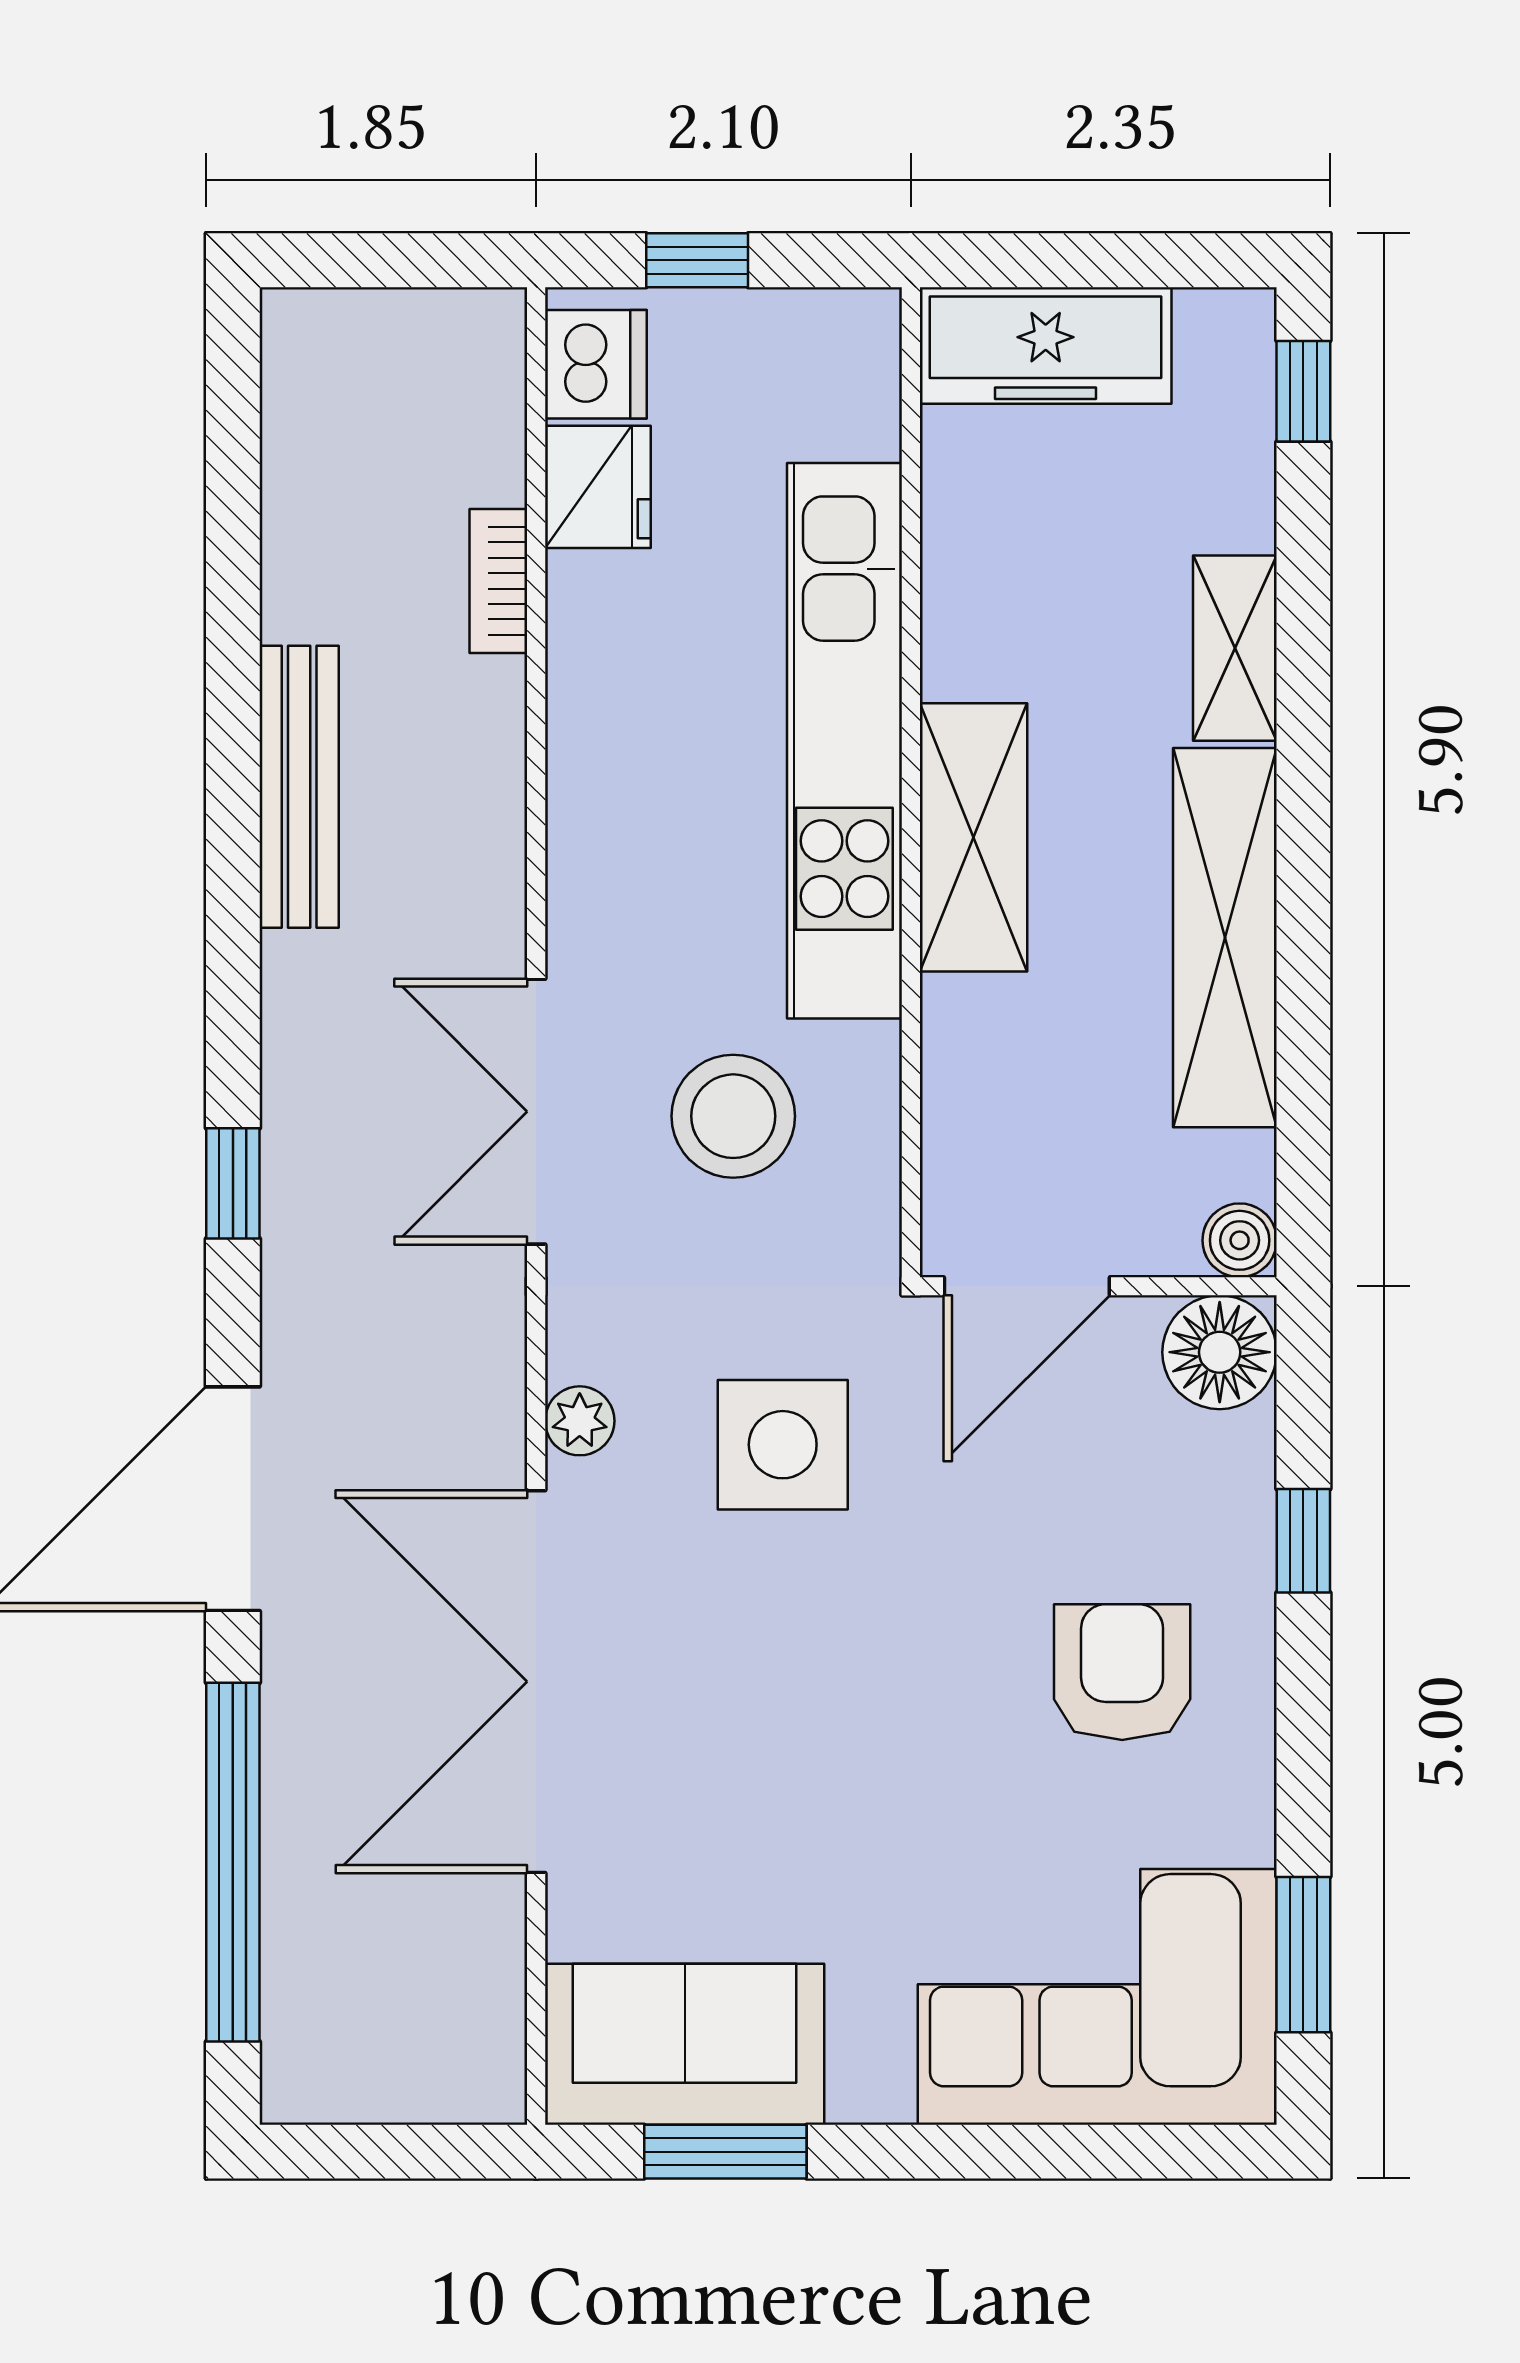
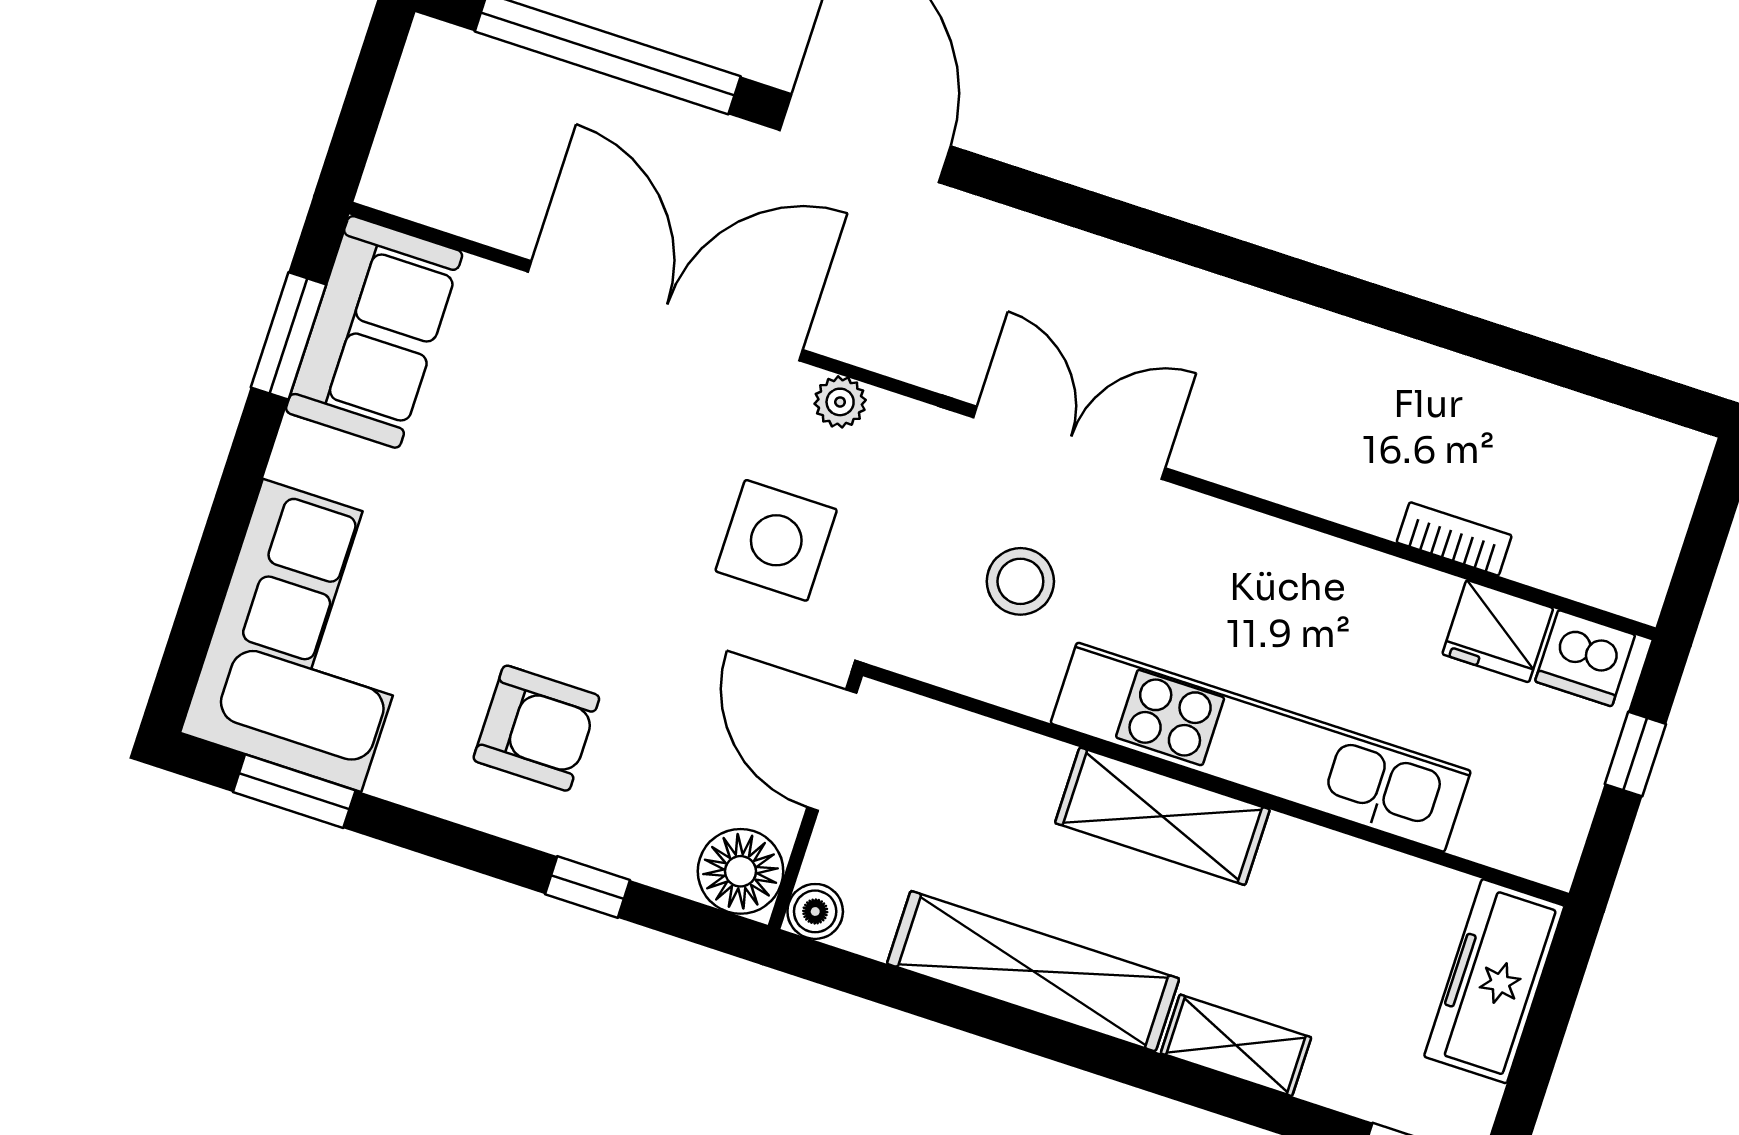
bench: (299, 787) -> (1354, 350), removed
stool: (733, 1116) -> (1020, 581), width x0.73, depth x0.73
window: (233, 1183) -> (1089, 211), removed

